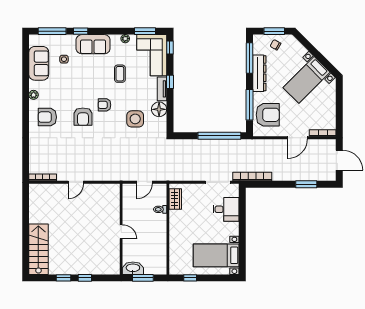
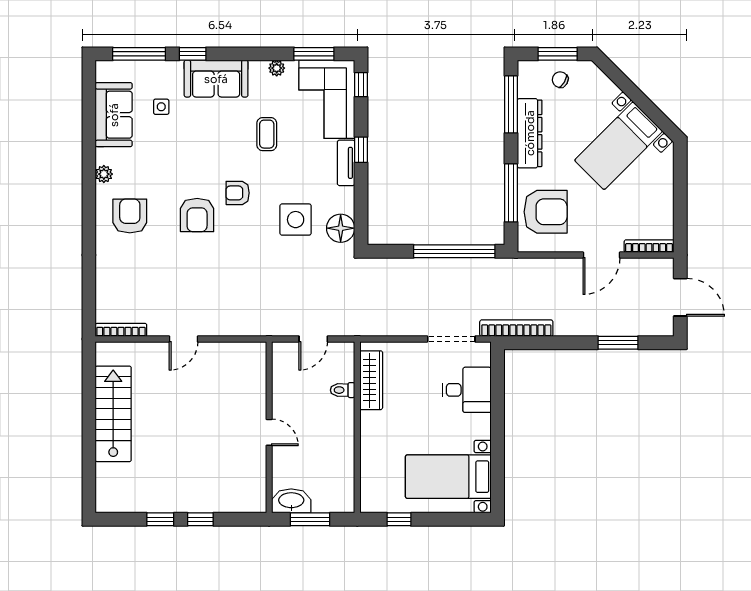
floor lamp: (159, 109) -> (341, 228), moved
armchair: (47, 117) -> (130, 216), turned 90
wardrobe: (175, 199) -> (371, 380), width x1.50
stairs: (38, 249) -> (113, 414), moved

